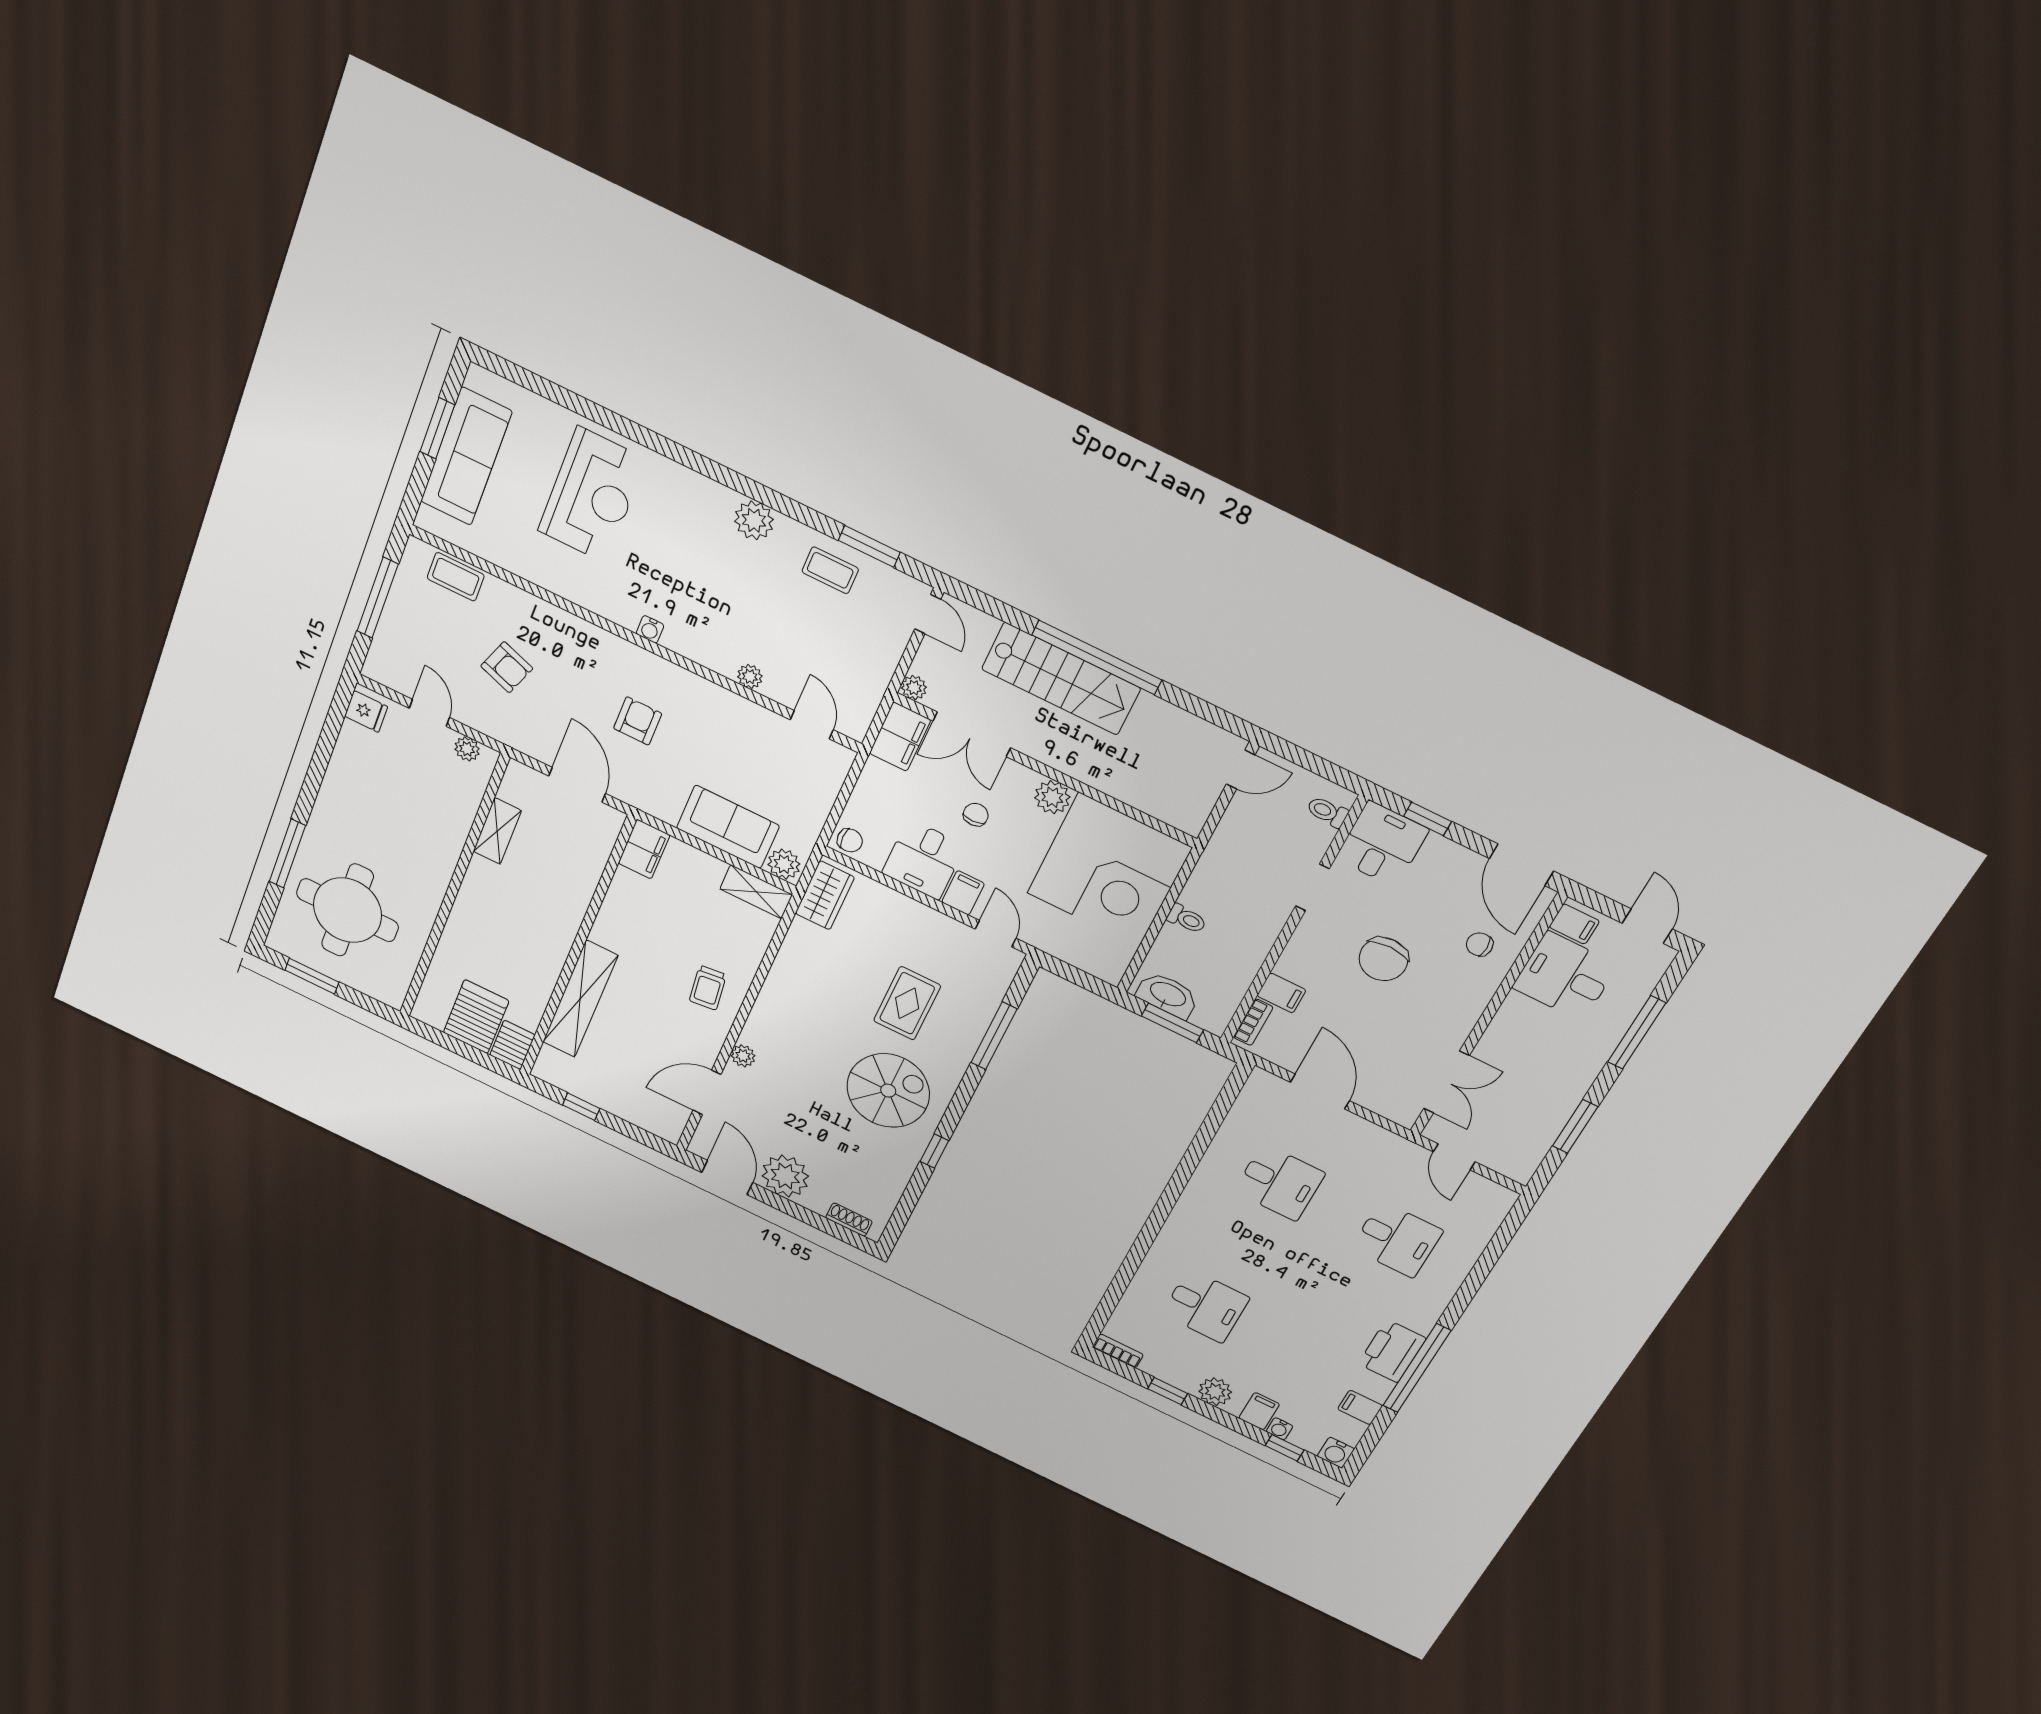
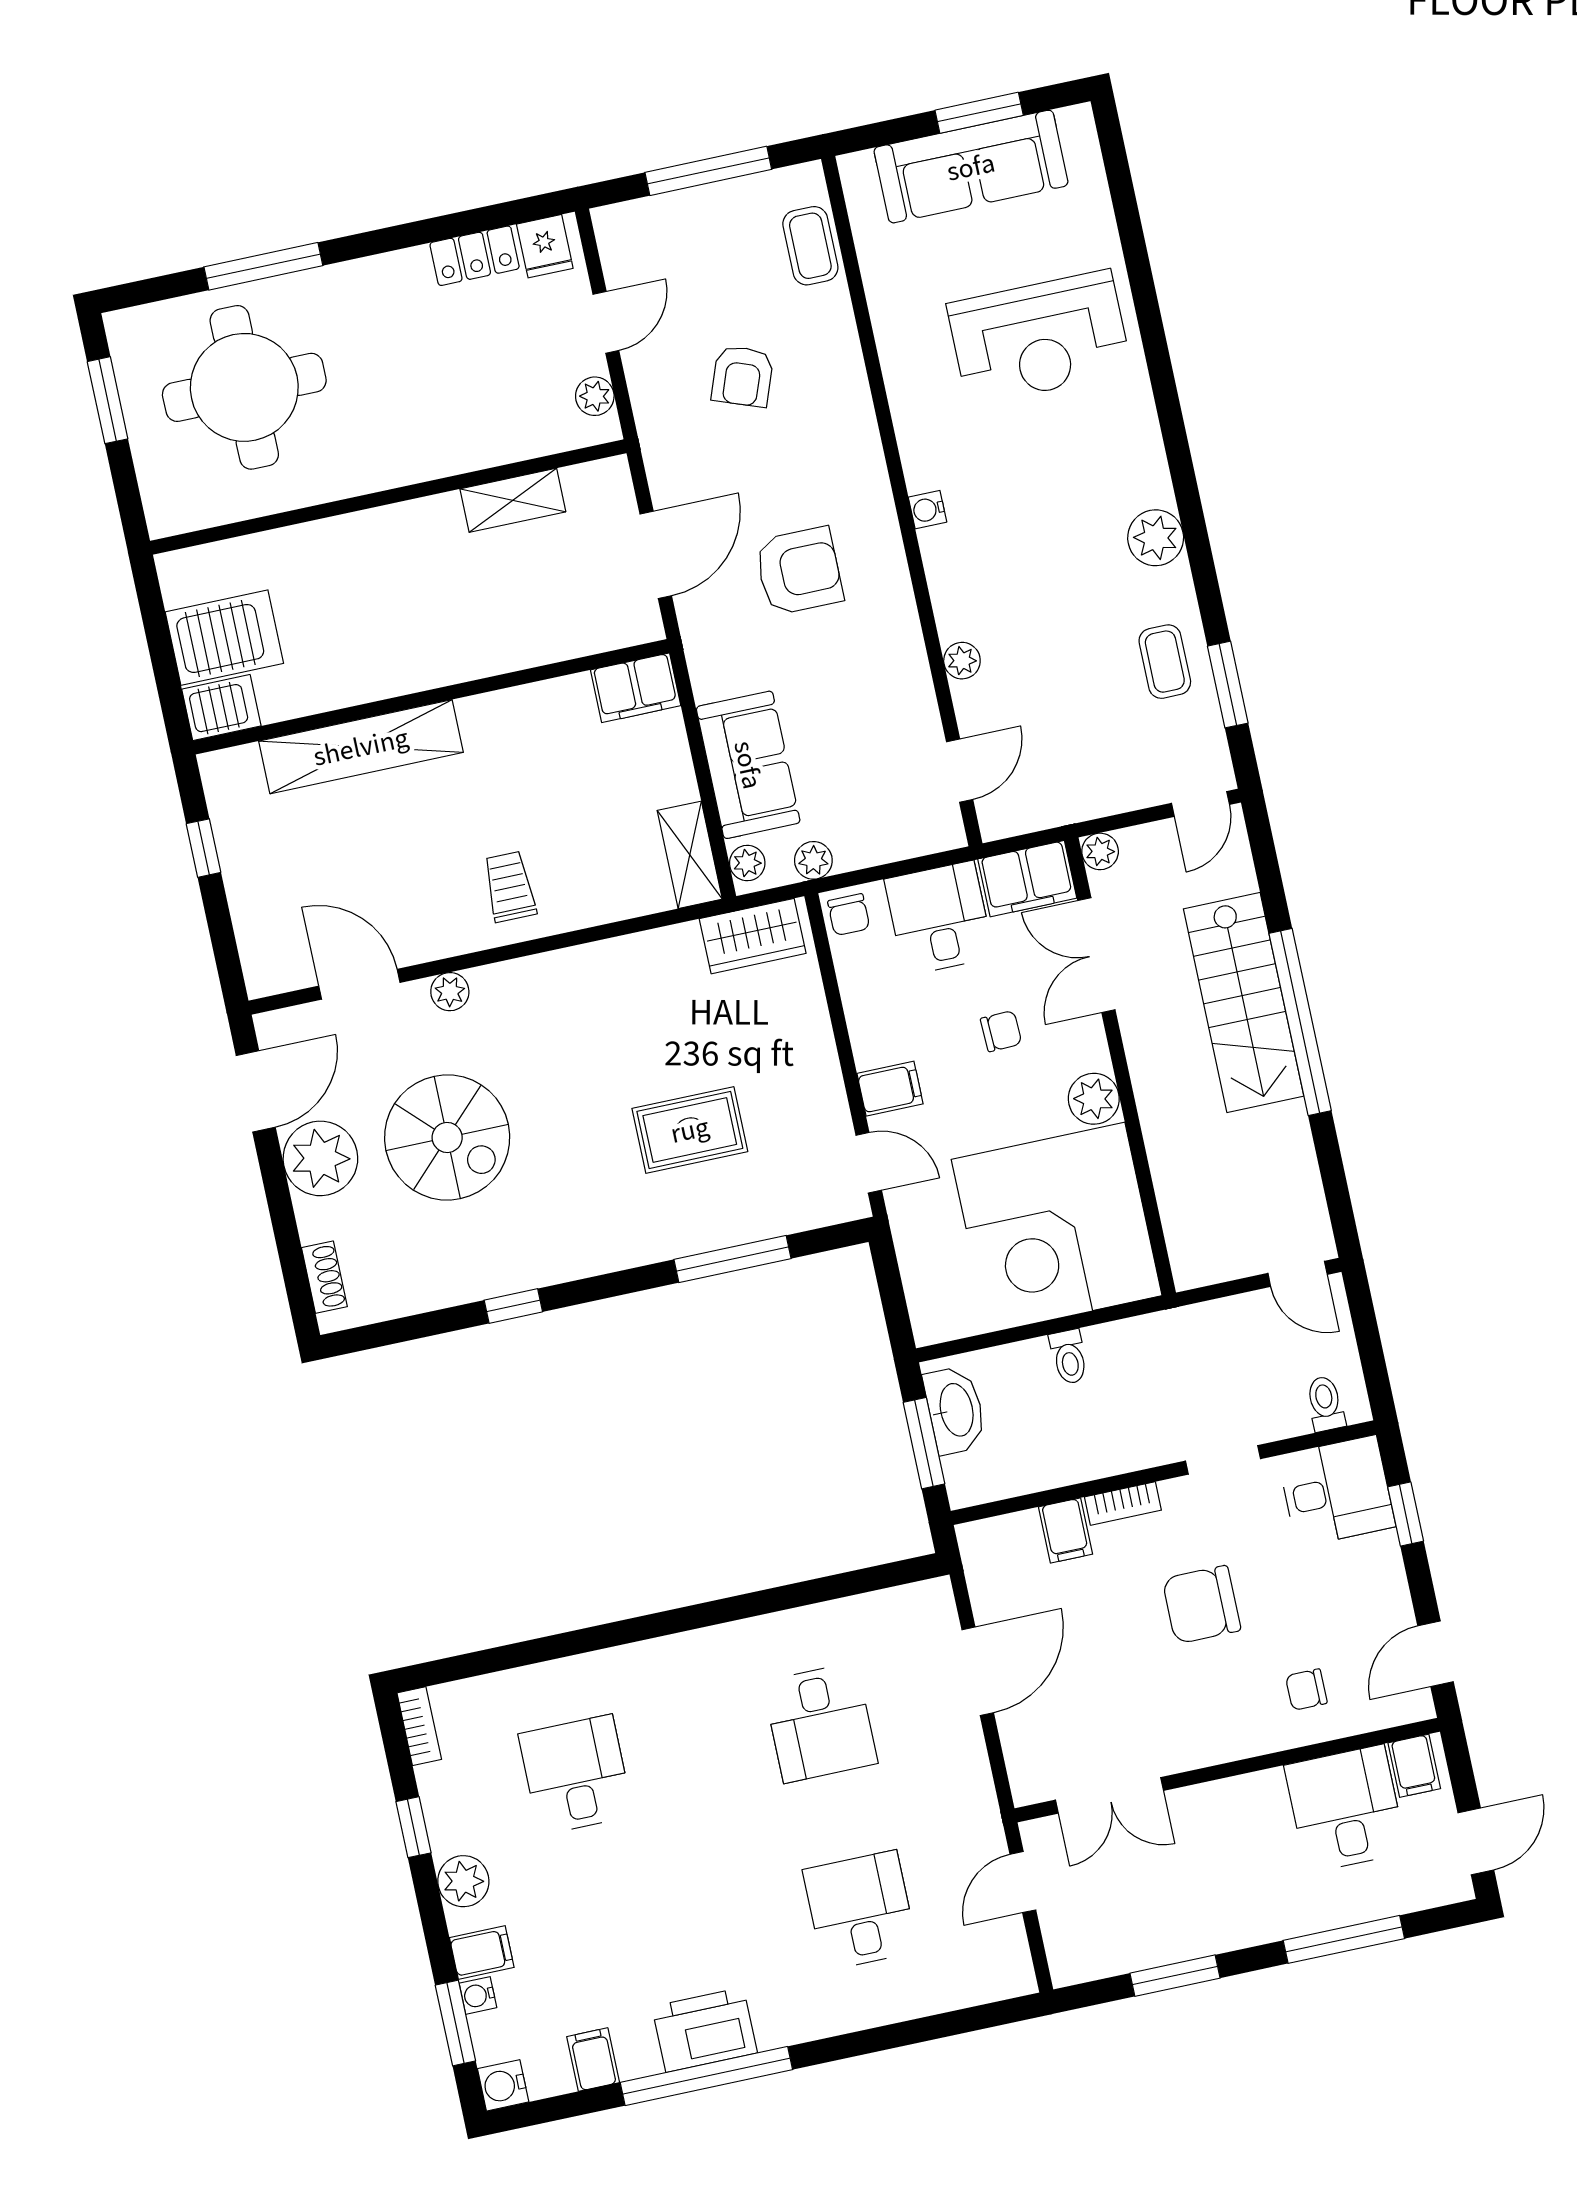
armchair: (638, 721) -> (799, 571), width x1.38, depth x1.38
locker: (349, 750) -> (475, 256), added
plant: (806, 835) -> (813, 860), added
desk: (923, 859) -> (939, 918), moved, turned 90
plant: (784, 864) -> (747, 863), width x0.73, depth x0.73
door: (1521, 865) -> (1436, 1654), width x0.73
door: (996, 934) -> (869, 1163), hinge flipped
chair: (1480, 944) -> (1306, 1690), turned -90
trolley: (708, 988) -> (510, 887), turned 97
bookcase: (1253, 1022) -> (1123, 1504), moved
spiral stairs: (888, 1091) -> (447, 1137), moved
desk: (1397, 1239) -> (860, 1911), turned 180
desk: (1206, 1306) -> (576, 1775), turned 180
window: (1284, 1448) -> (455, 2023), width x1.50

